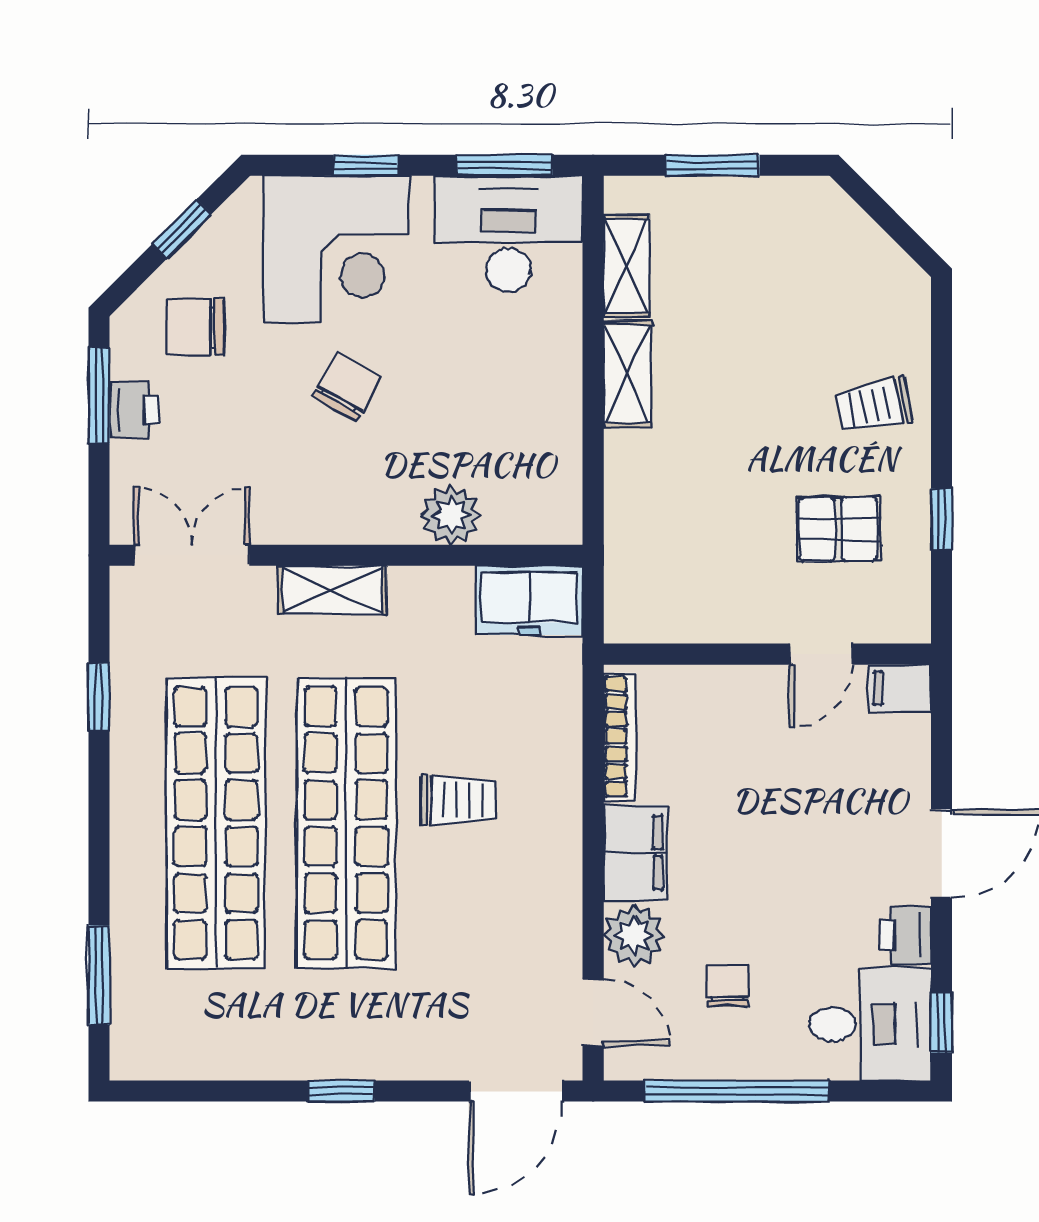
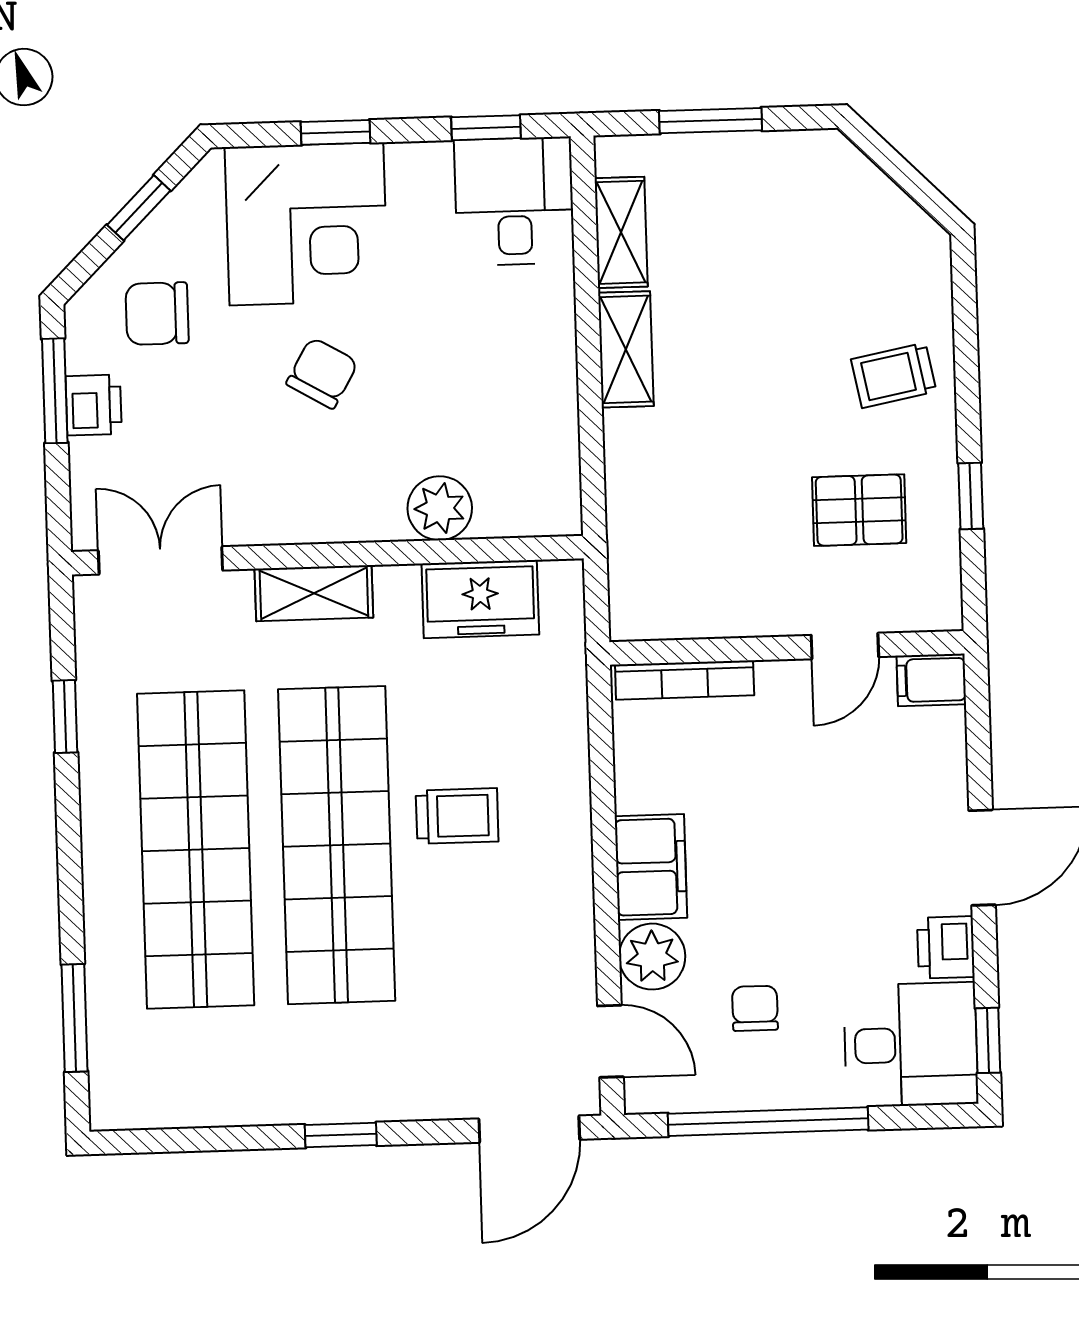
window: (505, 165) -> (486, 128), width x0.67
desk: (509, 234) -> (514, 201), width x0.73
freezer: (529, 600) -> (480, 599), moved
bookcase: (620, 737) -> (685, 680), moved, turned 90

